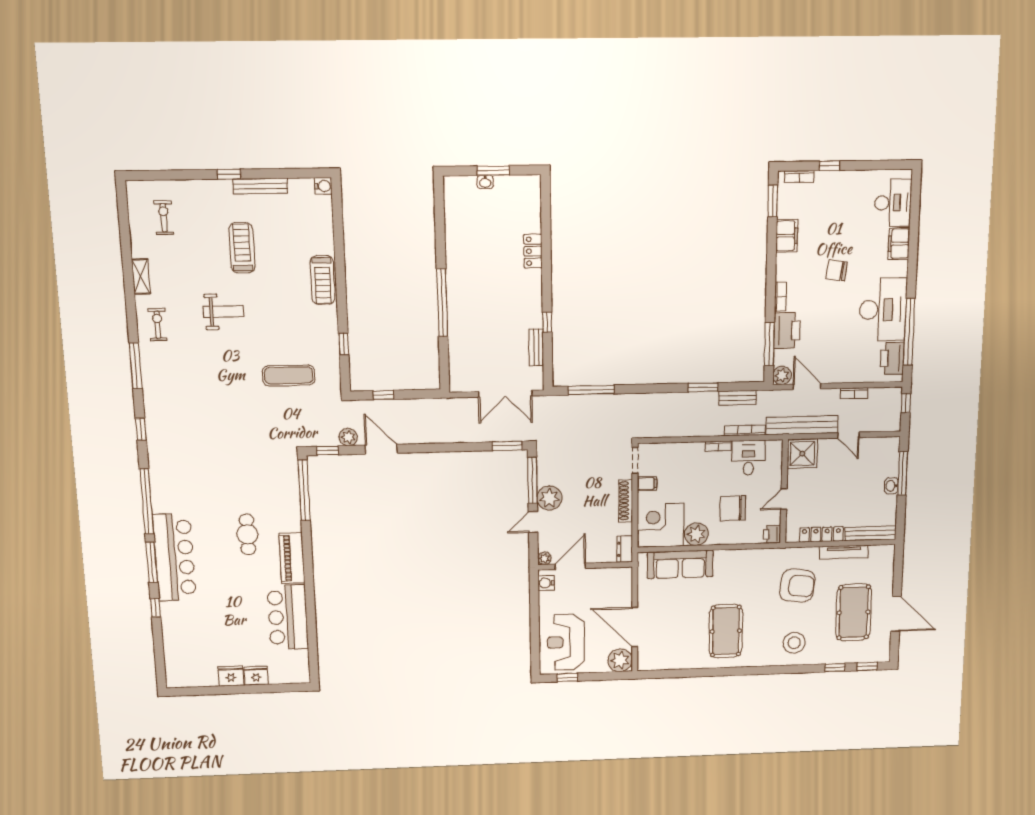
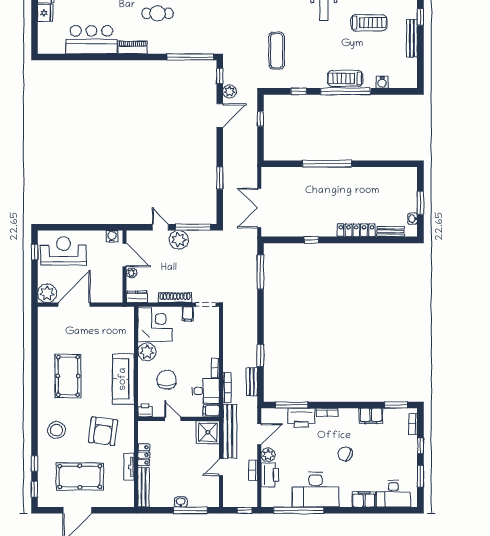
window: (871, 165) -> (420, 476), added
washbasin: (485, 182) -> (413, 219), moved
water cooler: (323, 186) -> (382, 82), moved
locker: (533, 251) -> (356, 230), width x1.53
chair: (837, 270) -> (345, 454), turned -77
window: (341, 279) -> (346, 91), added
bench: (536, 347) -> (390, 232), moved
printer: (892, 358) -> (270, 475), moved, turned 90
plant: (782, 375) -> (268, 455), moved
window: (507, 446) -> (220, 178), moved
filing cabinet: (774, 450) -> (211, 410), added
locker: (821, 534) -> (144, 455), width x0.66
tv unit: (844, 552) -> (129, 467), width x0.71
piano: (292, 558) -> (133, 47), width x0.73, depth x0.75
plant: (544, 558) -> (132, 273), moved
sofa: (680, 564) -> (123, 379), moved
pool table: (726, 631) -> (68, 376), turned 90

